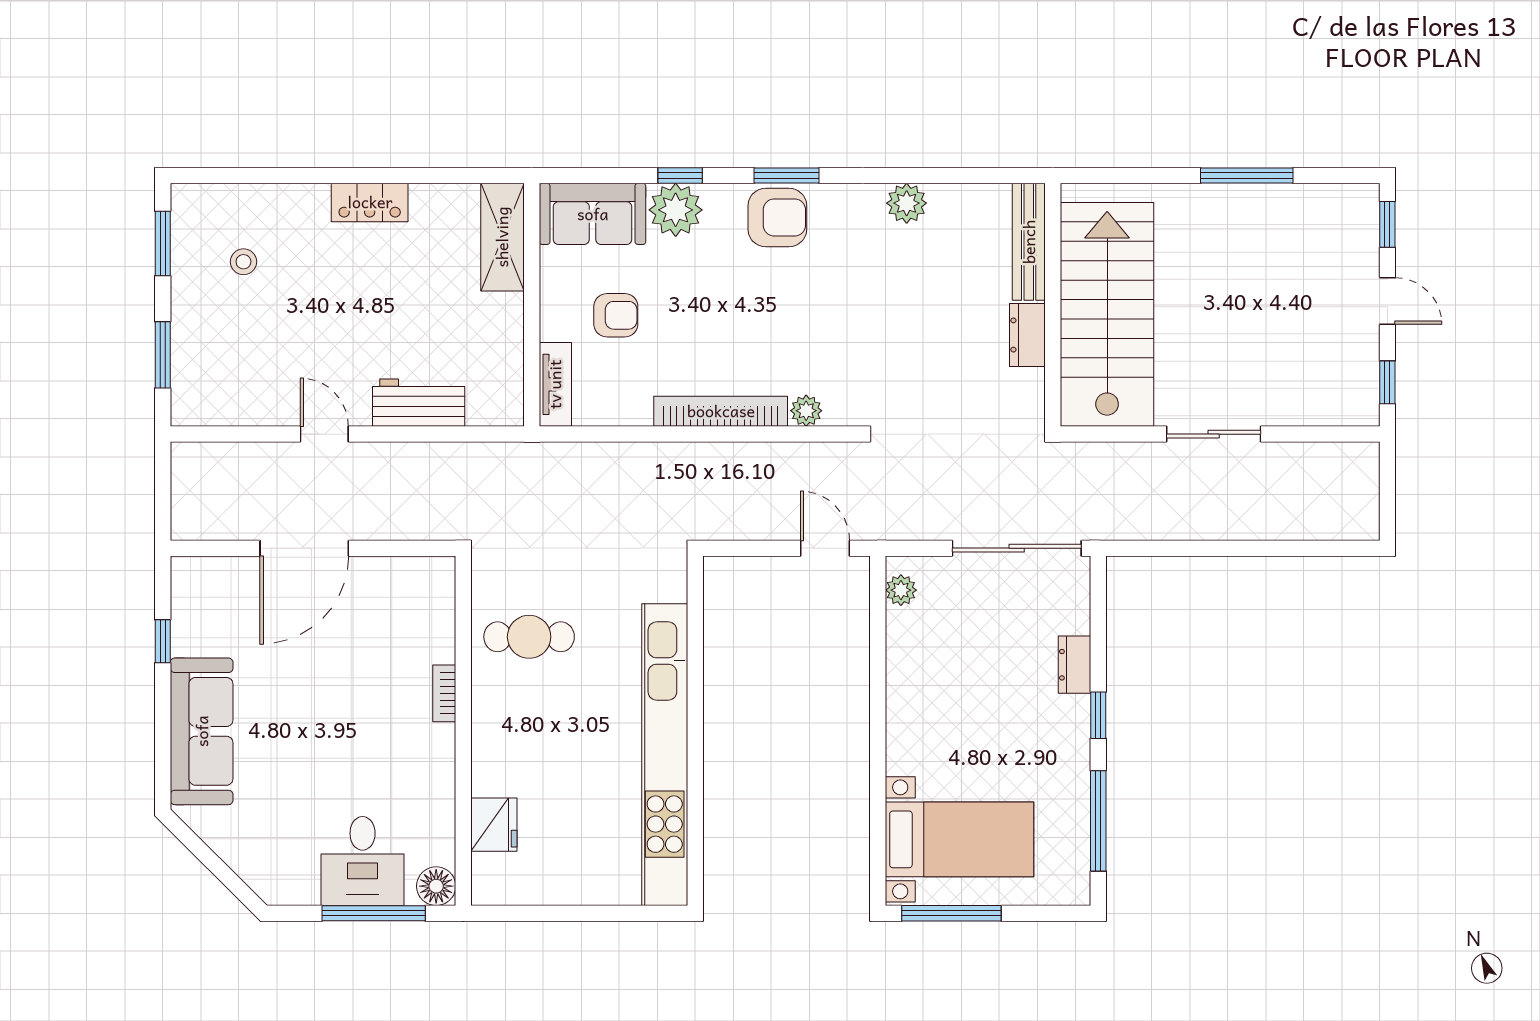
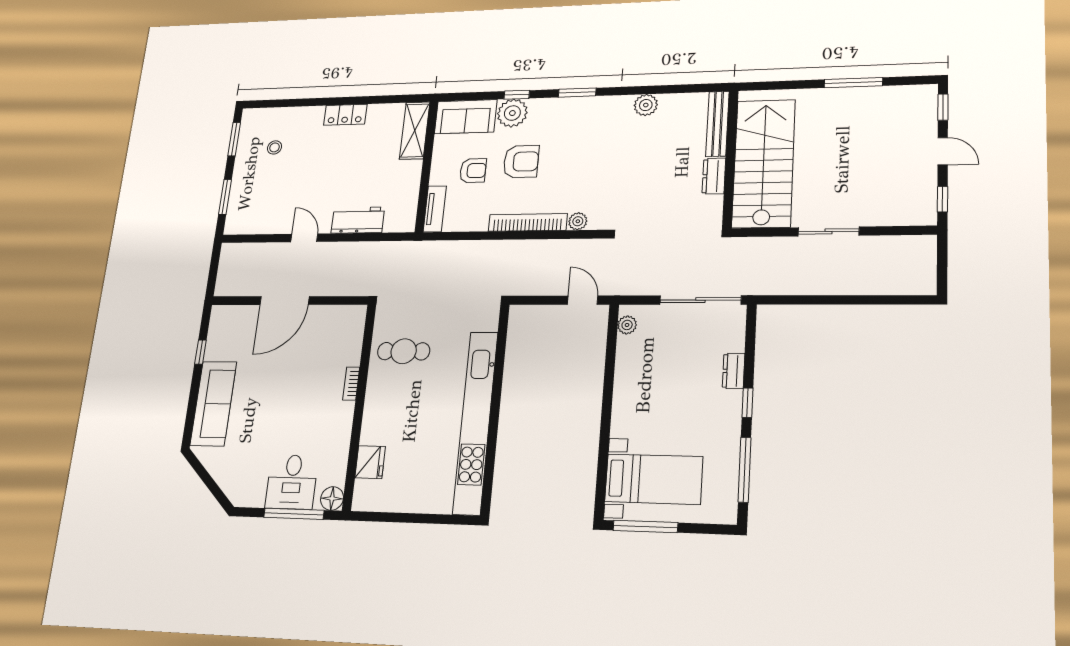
armchair: (777, 217) -> (521, 162), moved

